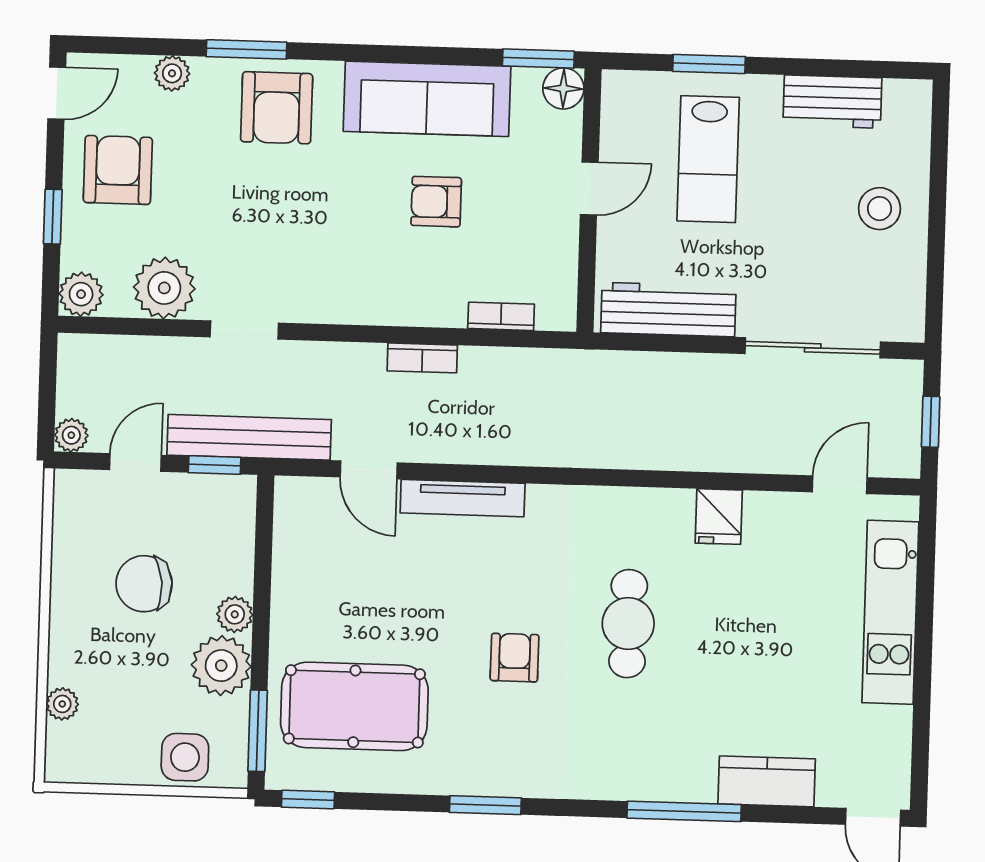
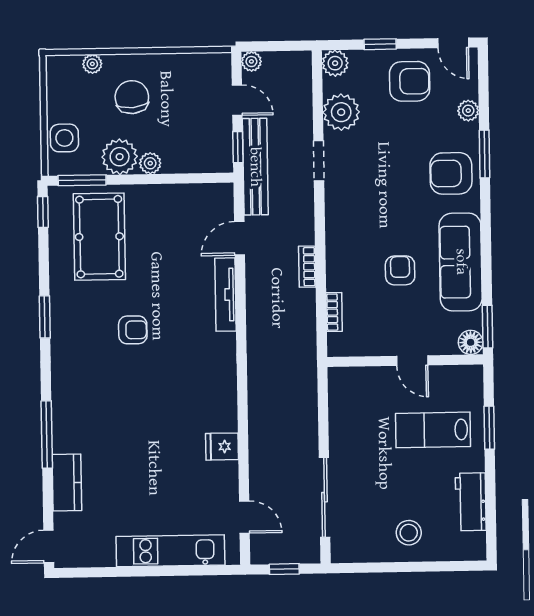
workbench: (668, 310) -> (343, 411), removed
chair: (144, 584) -> (132, 97), moved
cafe table: (628, 624) -> (156, 396), removed

